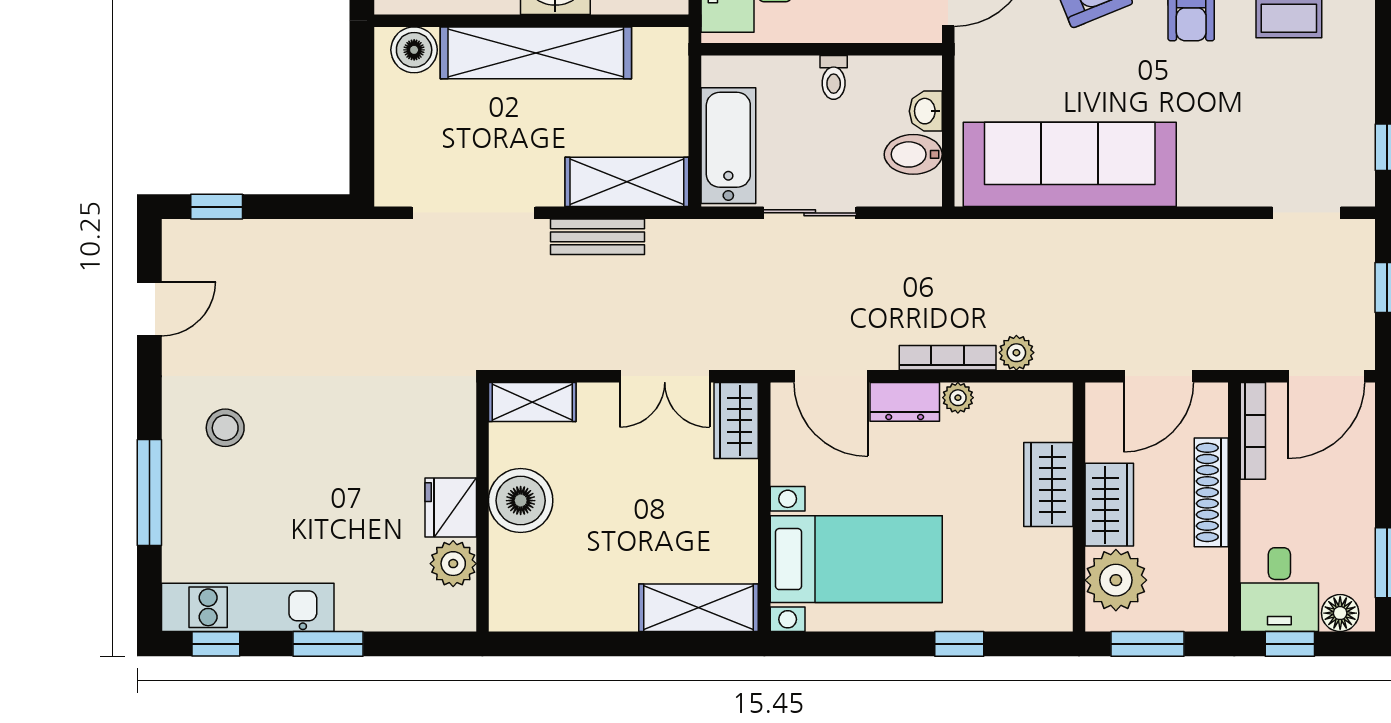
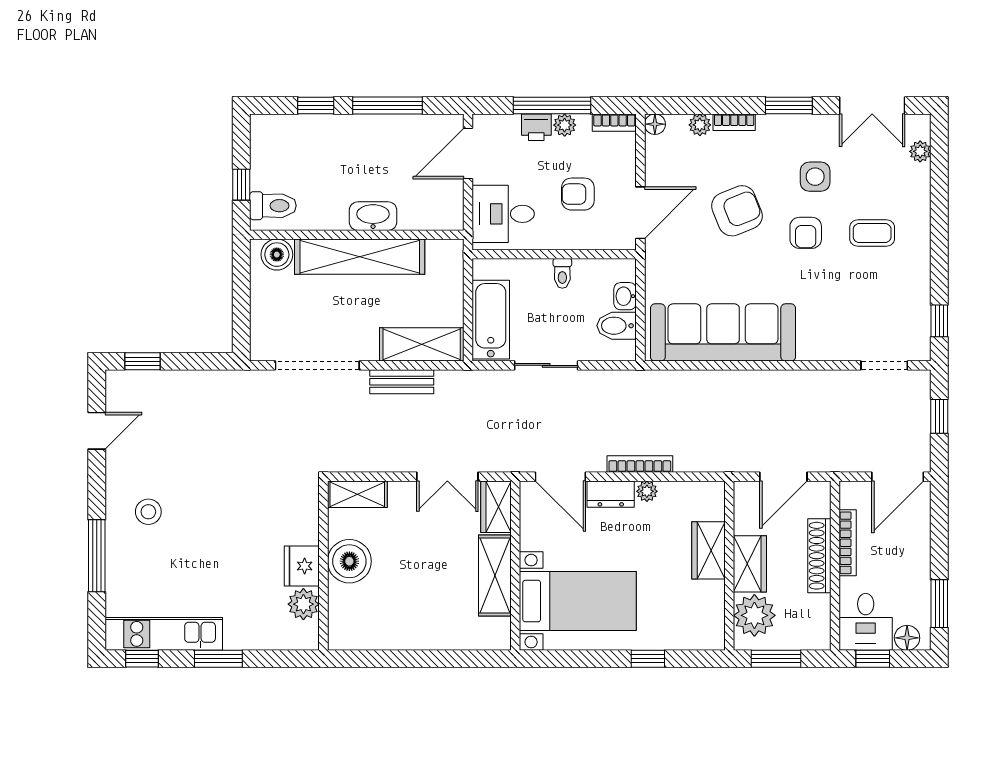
plant: (1016, 353) -> (687, 461), removed
bookcase: (1253, 431) -> (848, 543), moved
shelving: (699, 608) -> (495, 575), moved, turned 90

